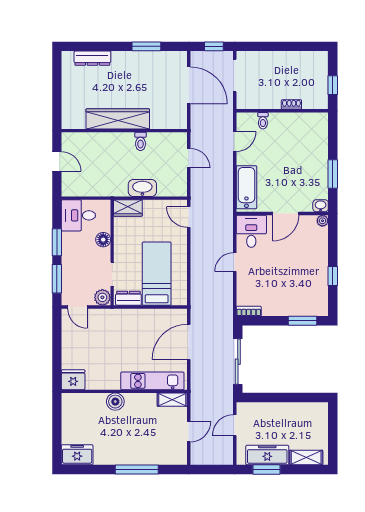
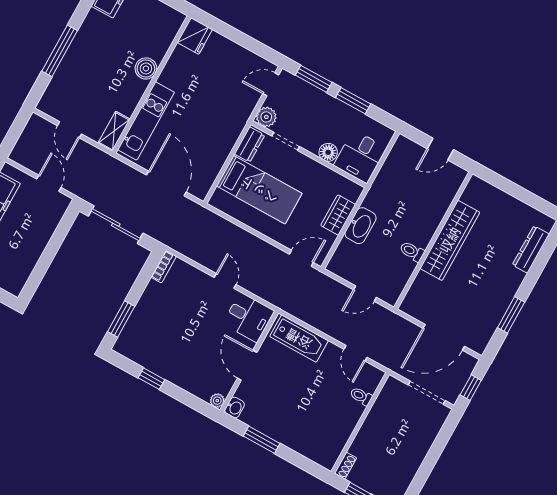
shoe rack: (291, 104) -> (346, 466), moved
wardrobe: (128, 208) -> (338, 215), moved
desk: (78, 215) -> (360, 157), moved, turned 180

